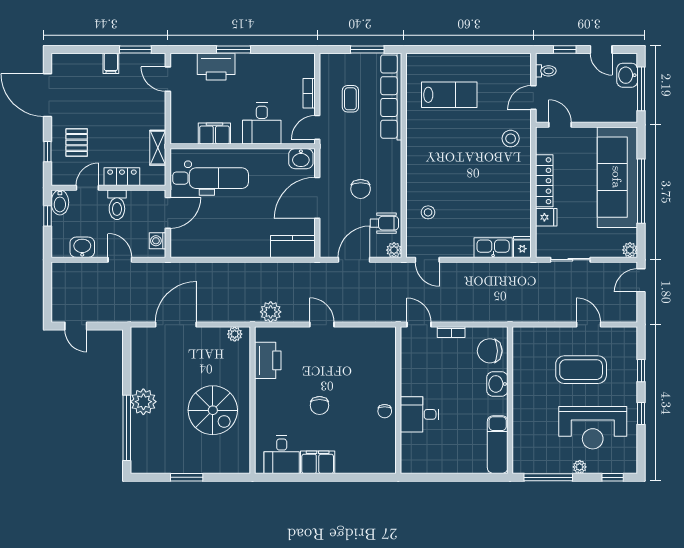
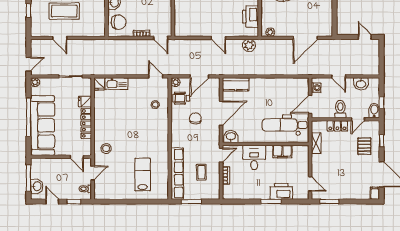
filing cabinet: (111, 63) -> (375, 193), moved
lab bench: (449, 95) -> (143, 175), turned 90

